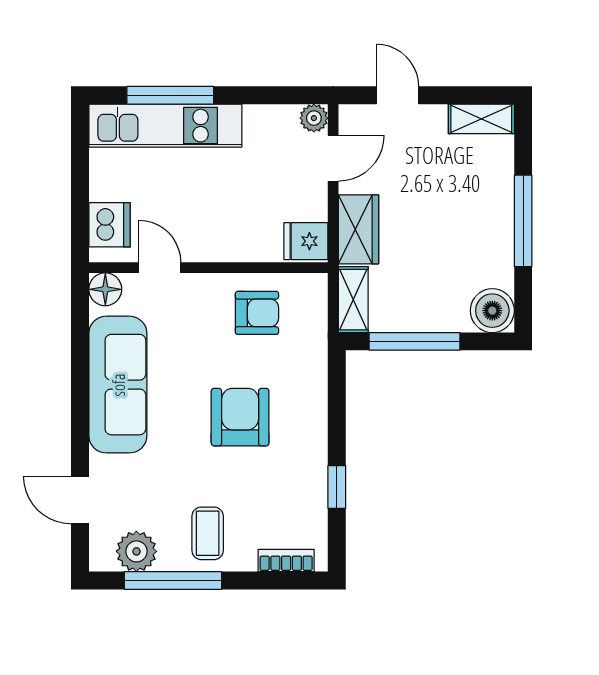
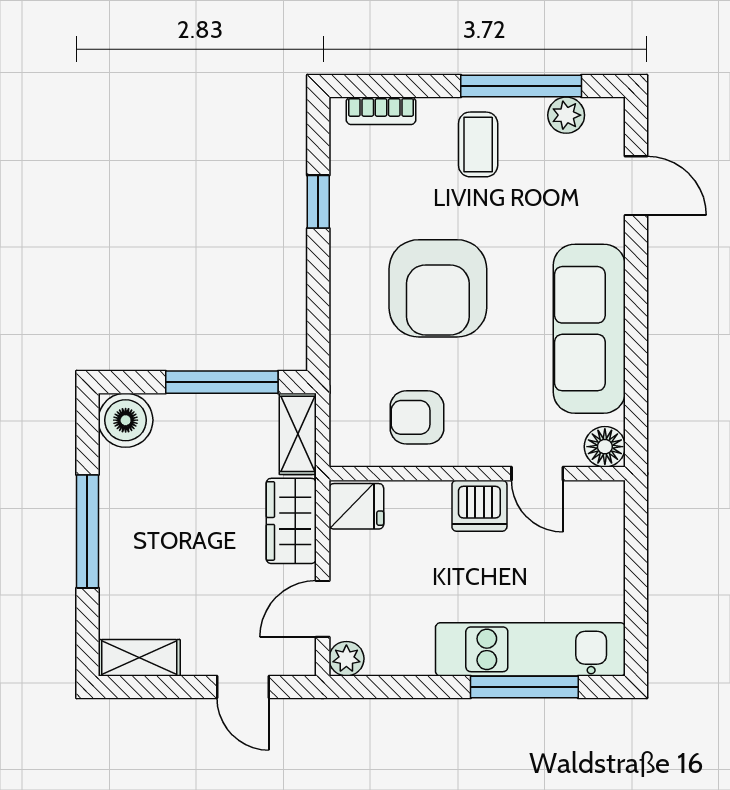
dishwasher: (110, 225) -> (479, 506), moved, turned -90
armchair: (240, 417) -> (438, 288), width x1.36, depth x1.36
plant: (136, 551) -> (566, 115), width x0.73, depth x0.73

